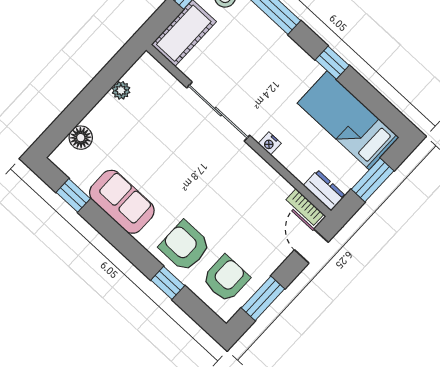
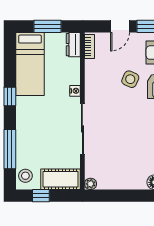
plant: (121, 90) -> (91, 184), moved
side table: (224, 219) -> (130, 79), added
door: (311, 246) -> (120, 26), moved

